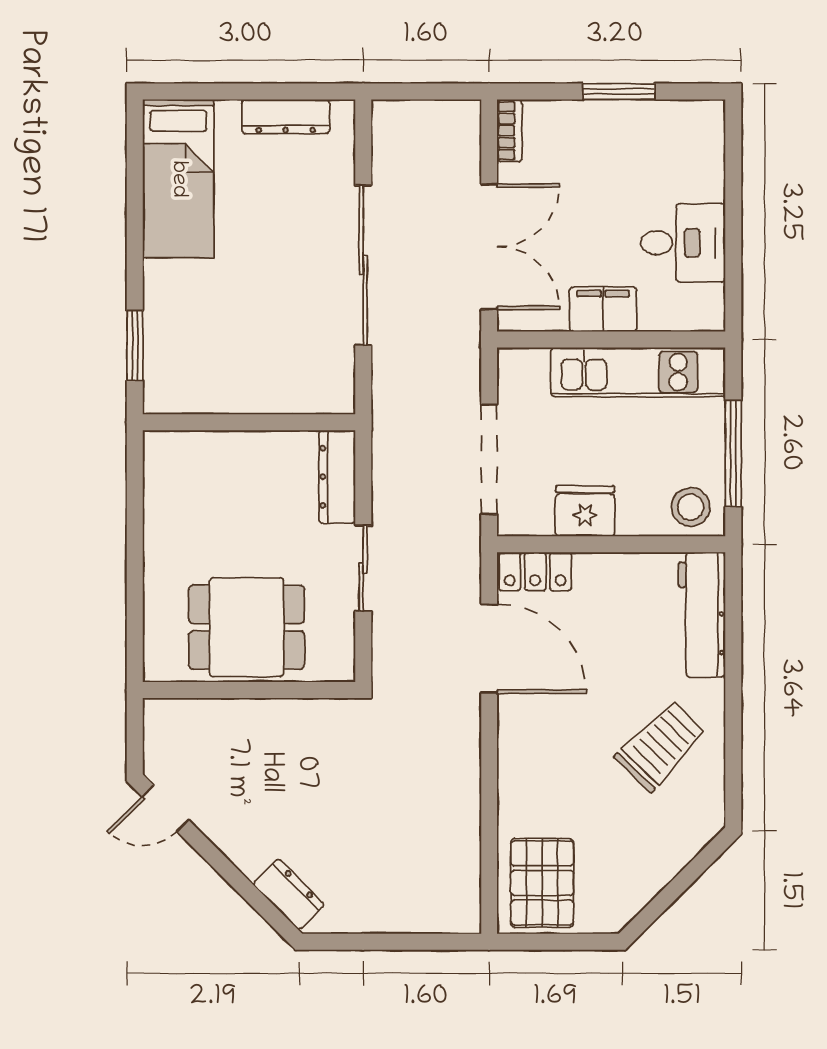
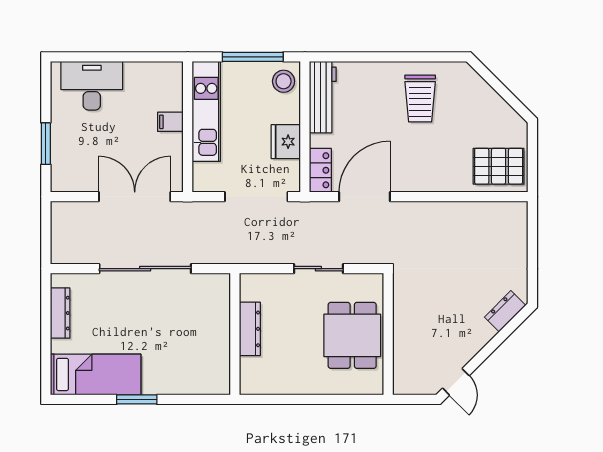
window: (619, 92) -> (46, 144), moved
bookcase: (509, 131) -> (68, 185), removed
desk: (683, 243) -> (92, 86), moved, width x1.37
filing cabinet: (603, 309) -> (170, 122), width x0.50
window: (135, 345) -> (137, 399), moved
dresser: (337, 477) -> (250, 329), moved, turned -90
workbench: (702, 615) -> (323, 97), moved, turned -90
trolley: (661, 746) -> (420, 99), turned -134

